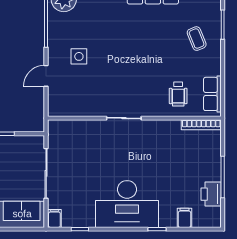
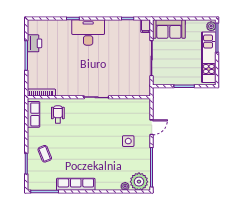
desk: (127, 204) -> (88, 32), width x0.73, depth x0.77
filing cabinet: (184, 218) -> (53, 26), removed

